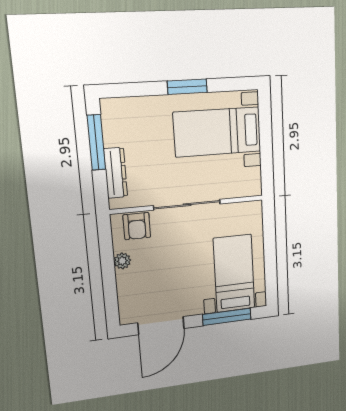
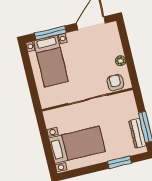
window: (187, 87) -> (119, 162), moved
dresser: (116, 173) -> (137, 133), moved

